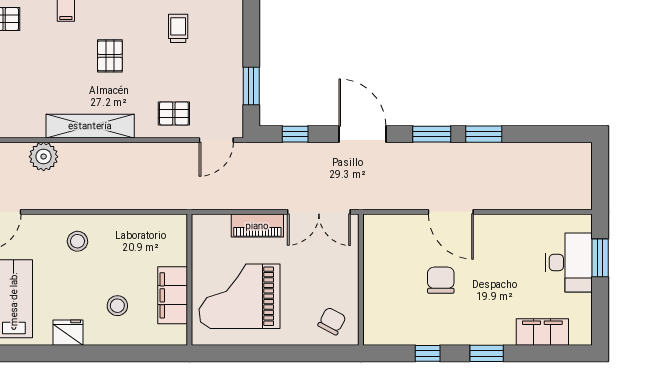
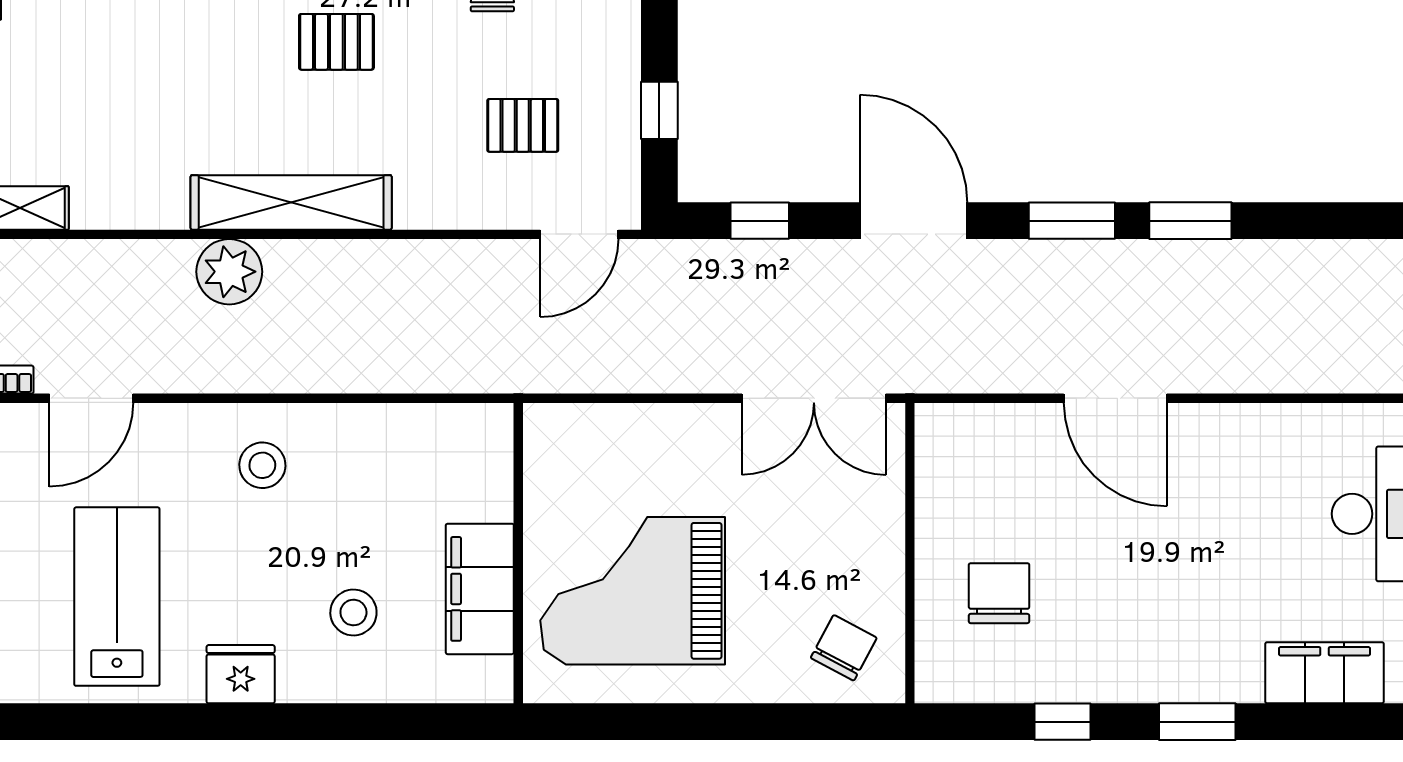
pallet: (110, 56) -> (336, 42), turned 90
window: (251, 86) -> (659, 110), width x0.67
pallet: (174, 113) -> (523, 125), moved
plant: (44, 157) -> (229, 272), moved
piano: (257, 226) -> (673, 429), removed
chair: (441, 280) -> (999, 593), moved

